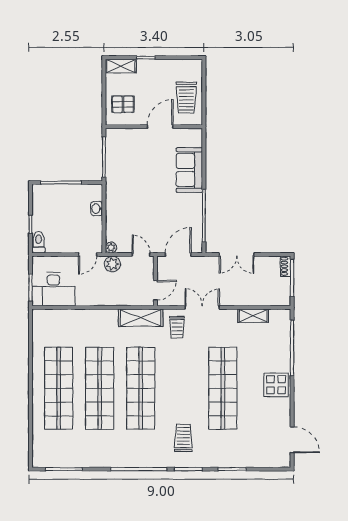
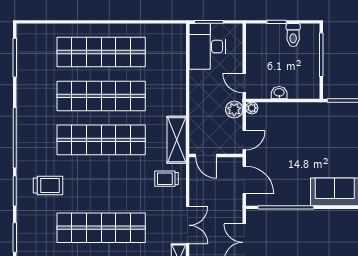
washbasin: (97, 209) -> (279, 93), moved
toilet: (39, 242) -> (293, 35), moved, turned 90
double door: (202, 307) -> (188, 225), moved

